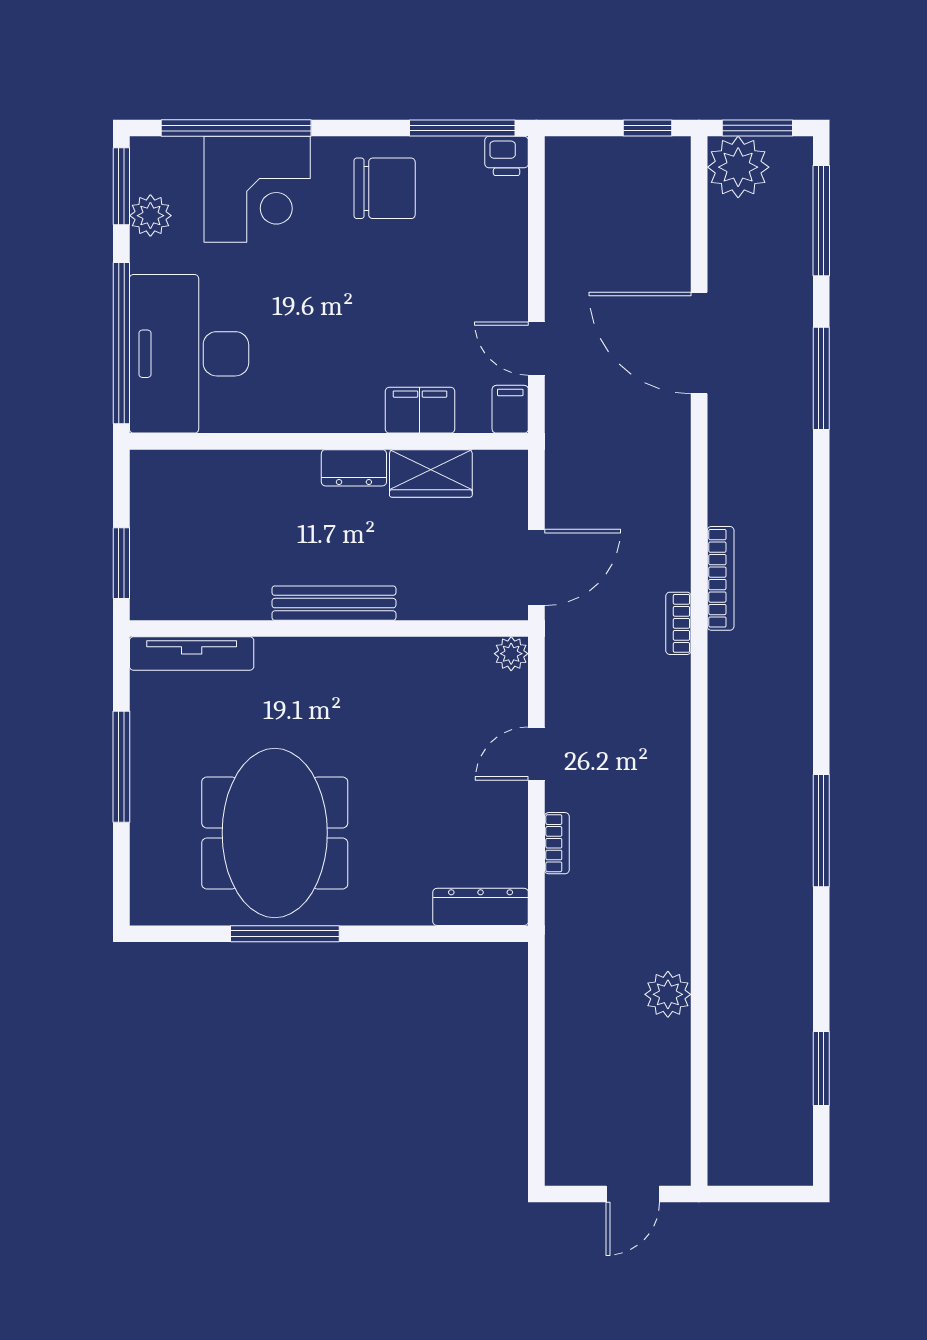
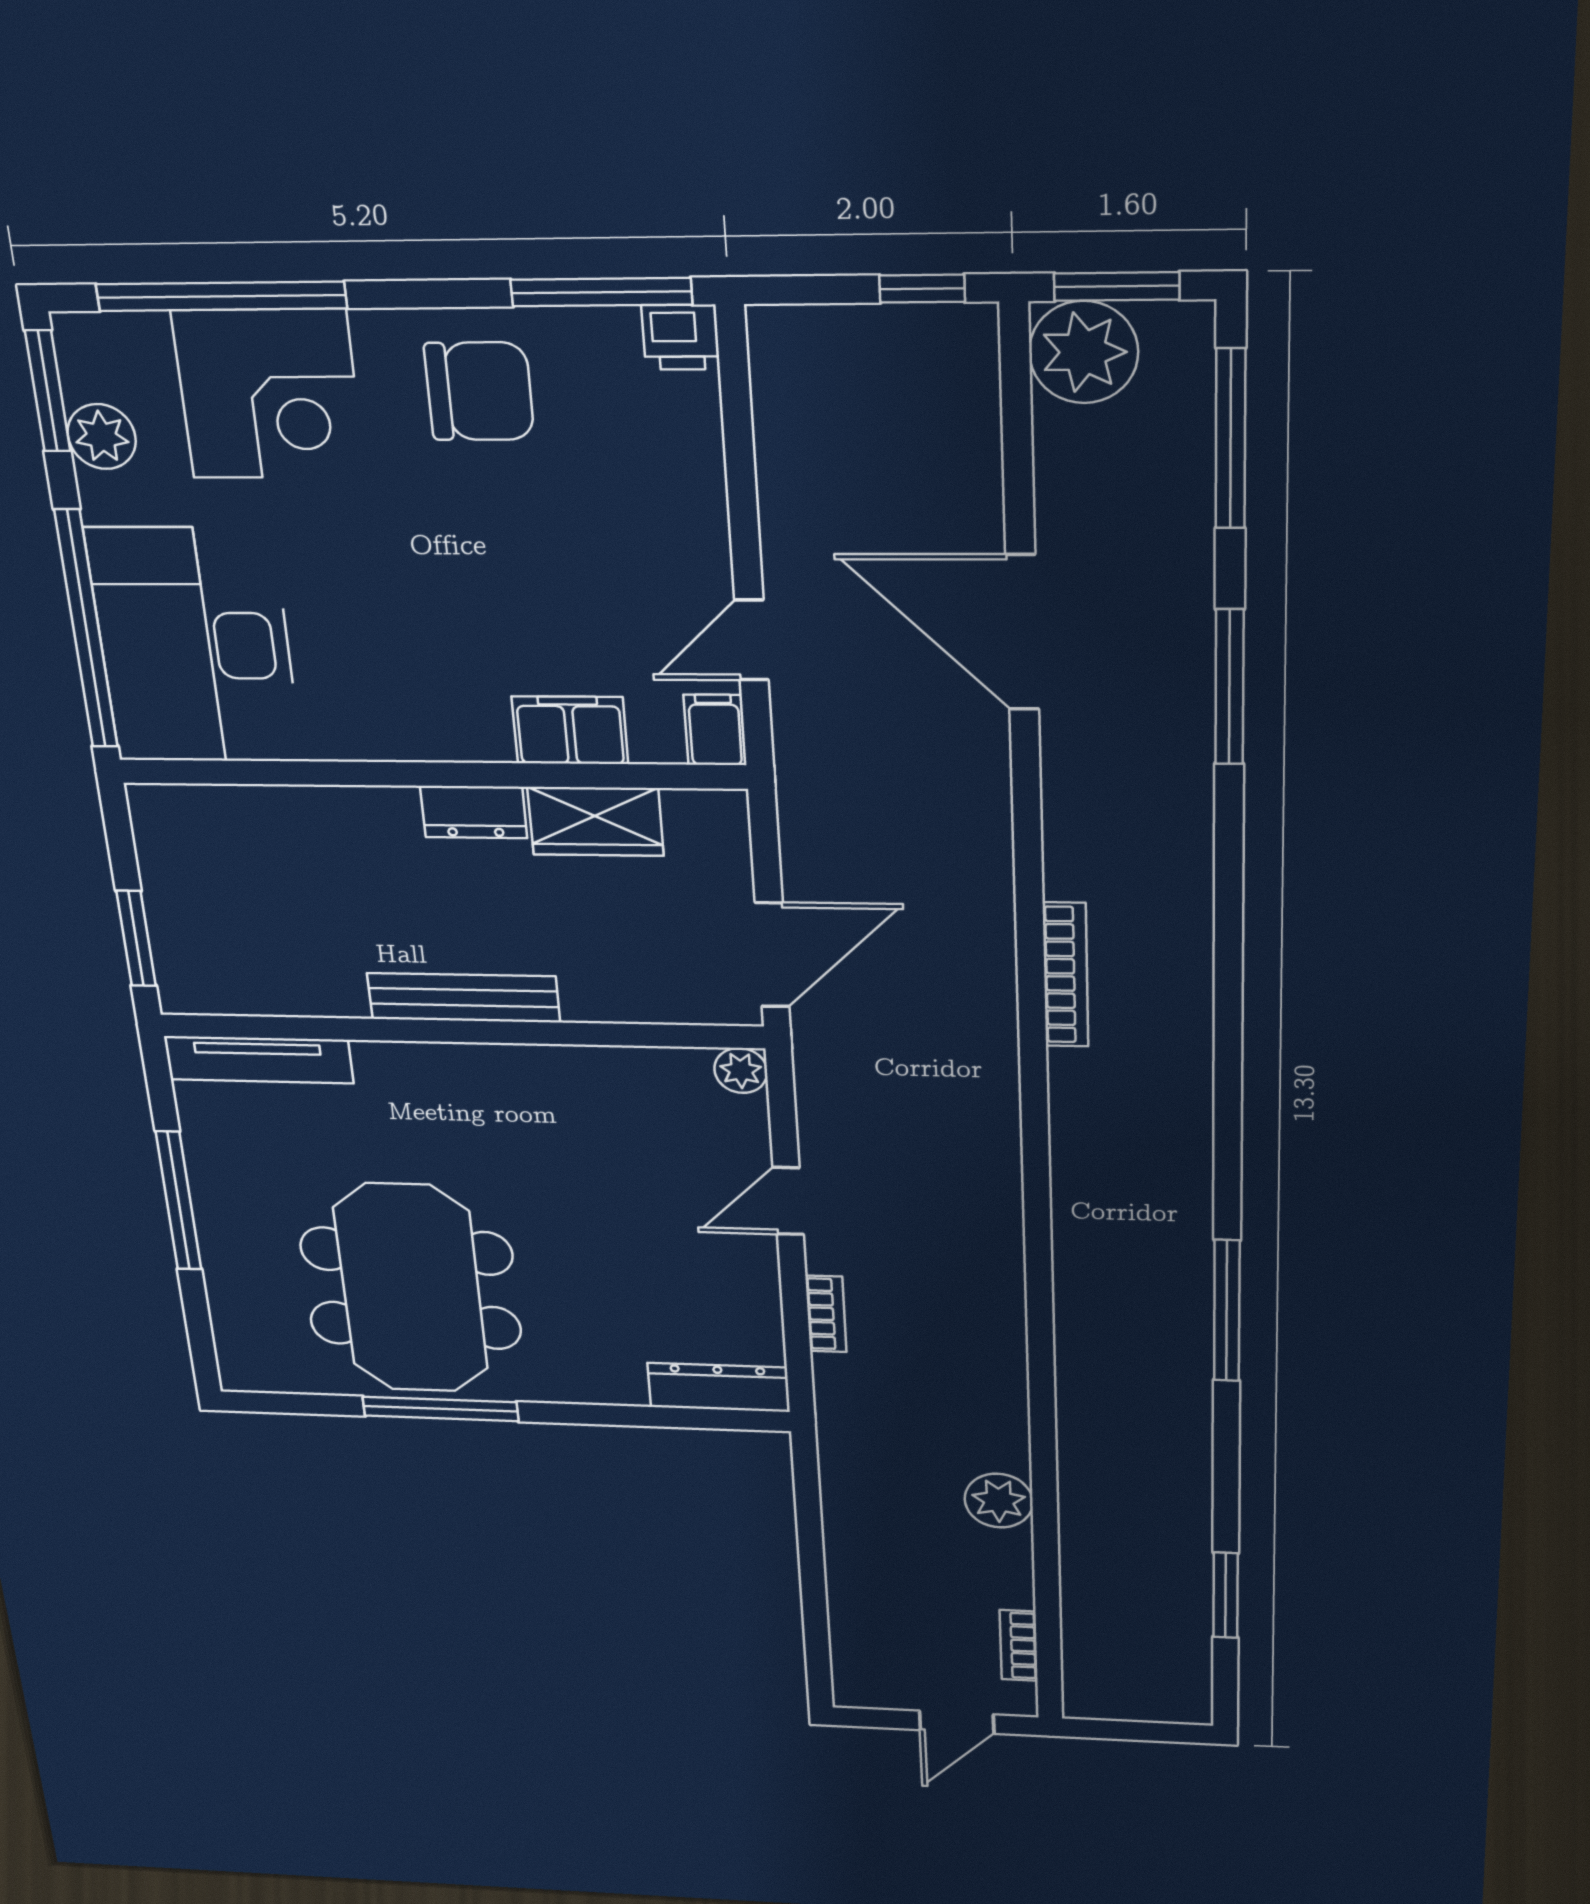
door: (536, 349) -> (752, 640), hinge flipped
bookcase: (678, 623) -> (1019, 1645), moved

